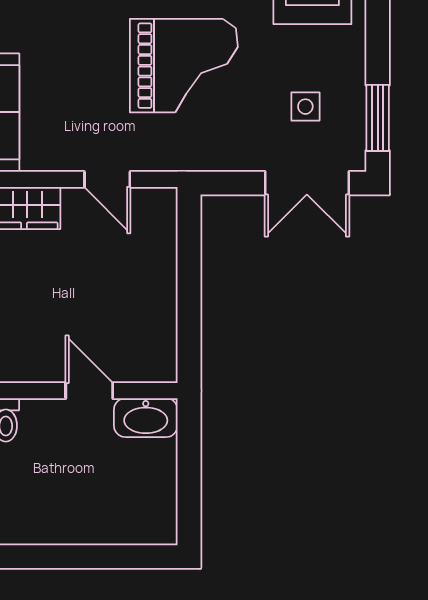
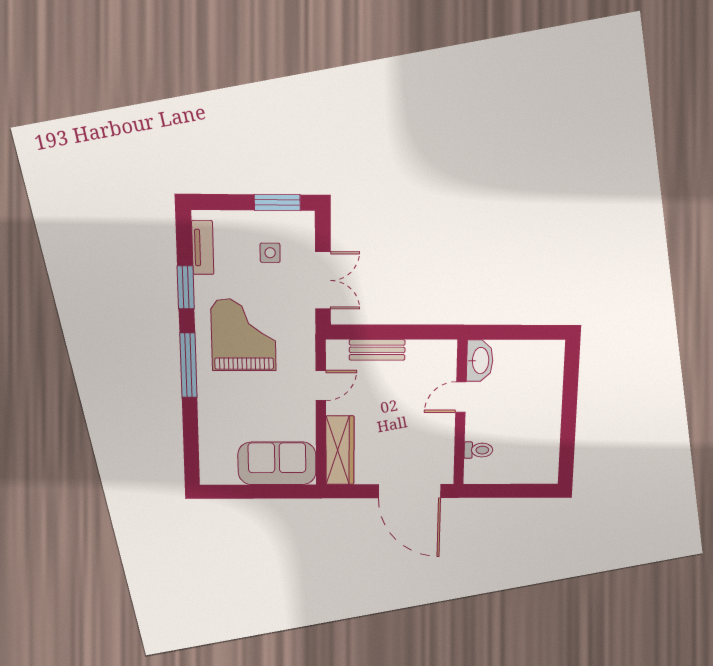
double door: (307, 183) -> (323, 280), moved
bench: (162, 263) -> (377, 350), added

